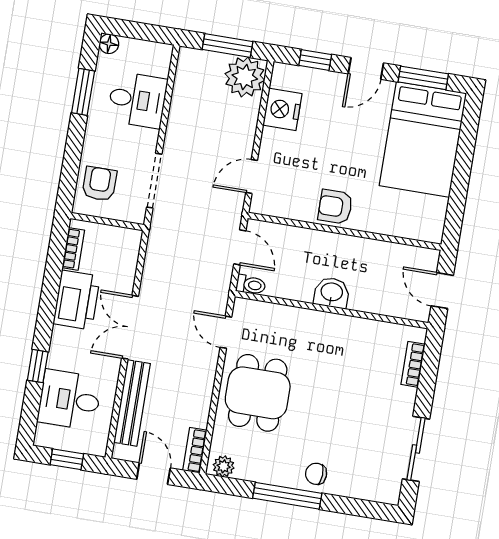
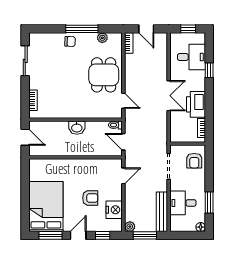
plant: (245, 77) -> (130, 227), width x0.53, depth x0.53
armchair: (335, 207) -> (90, 198), moved
bench: (132, 403) -> (162, 212), moved
plant: (224, 466) -> (102, 38), moved

